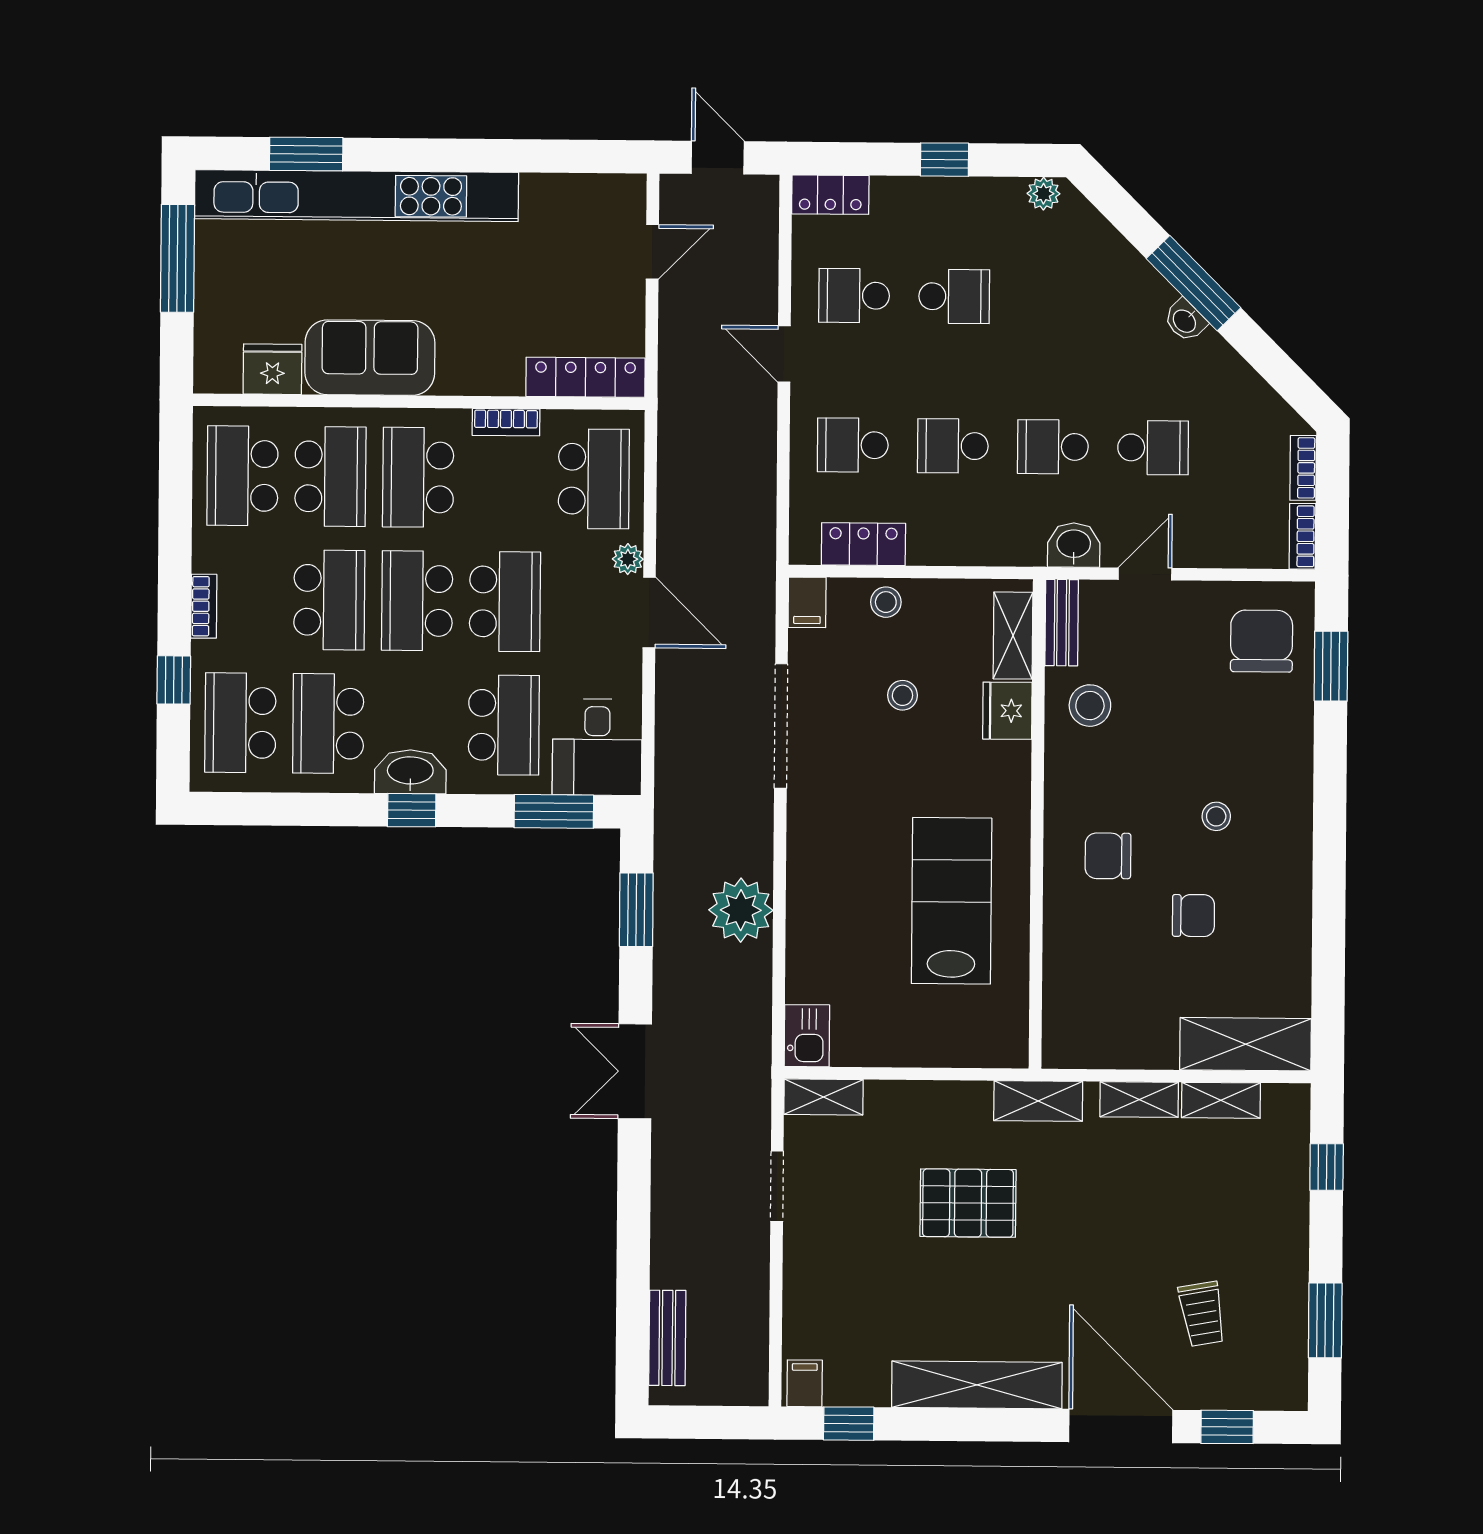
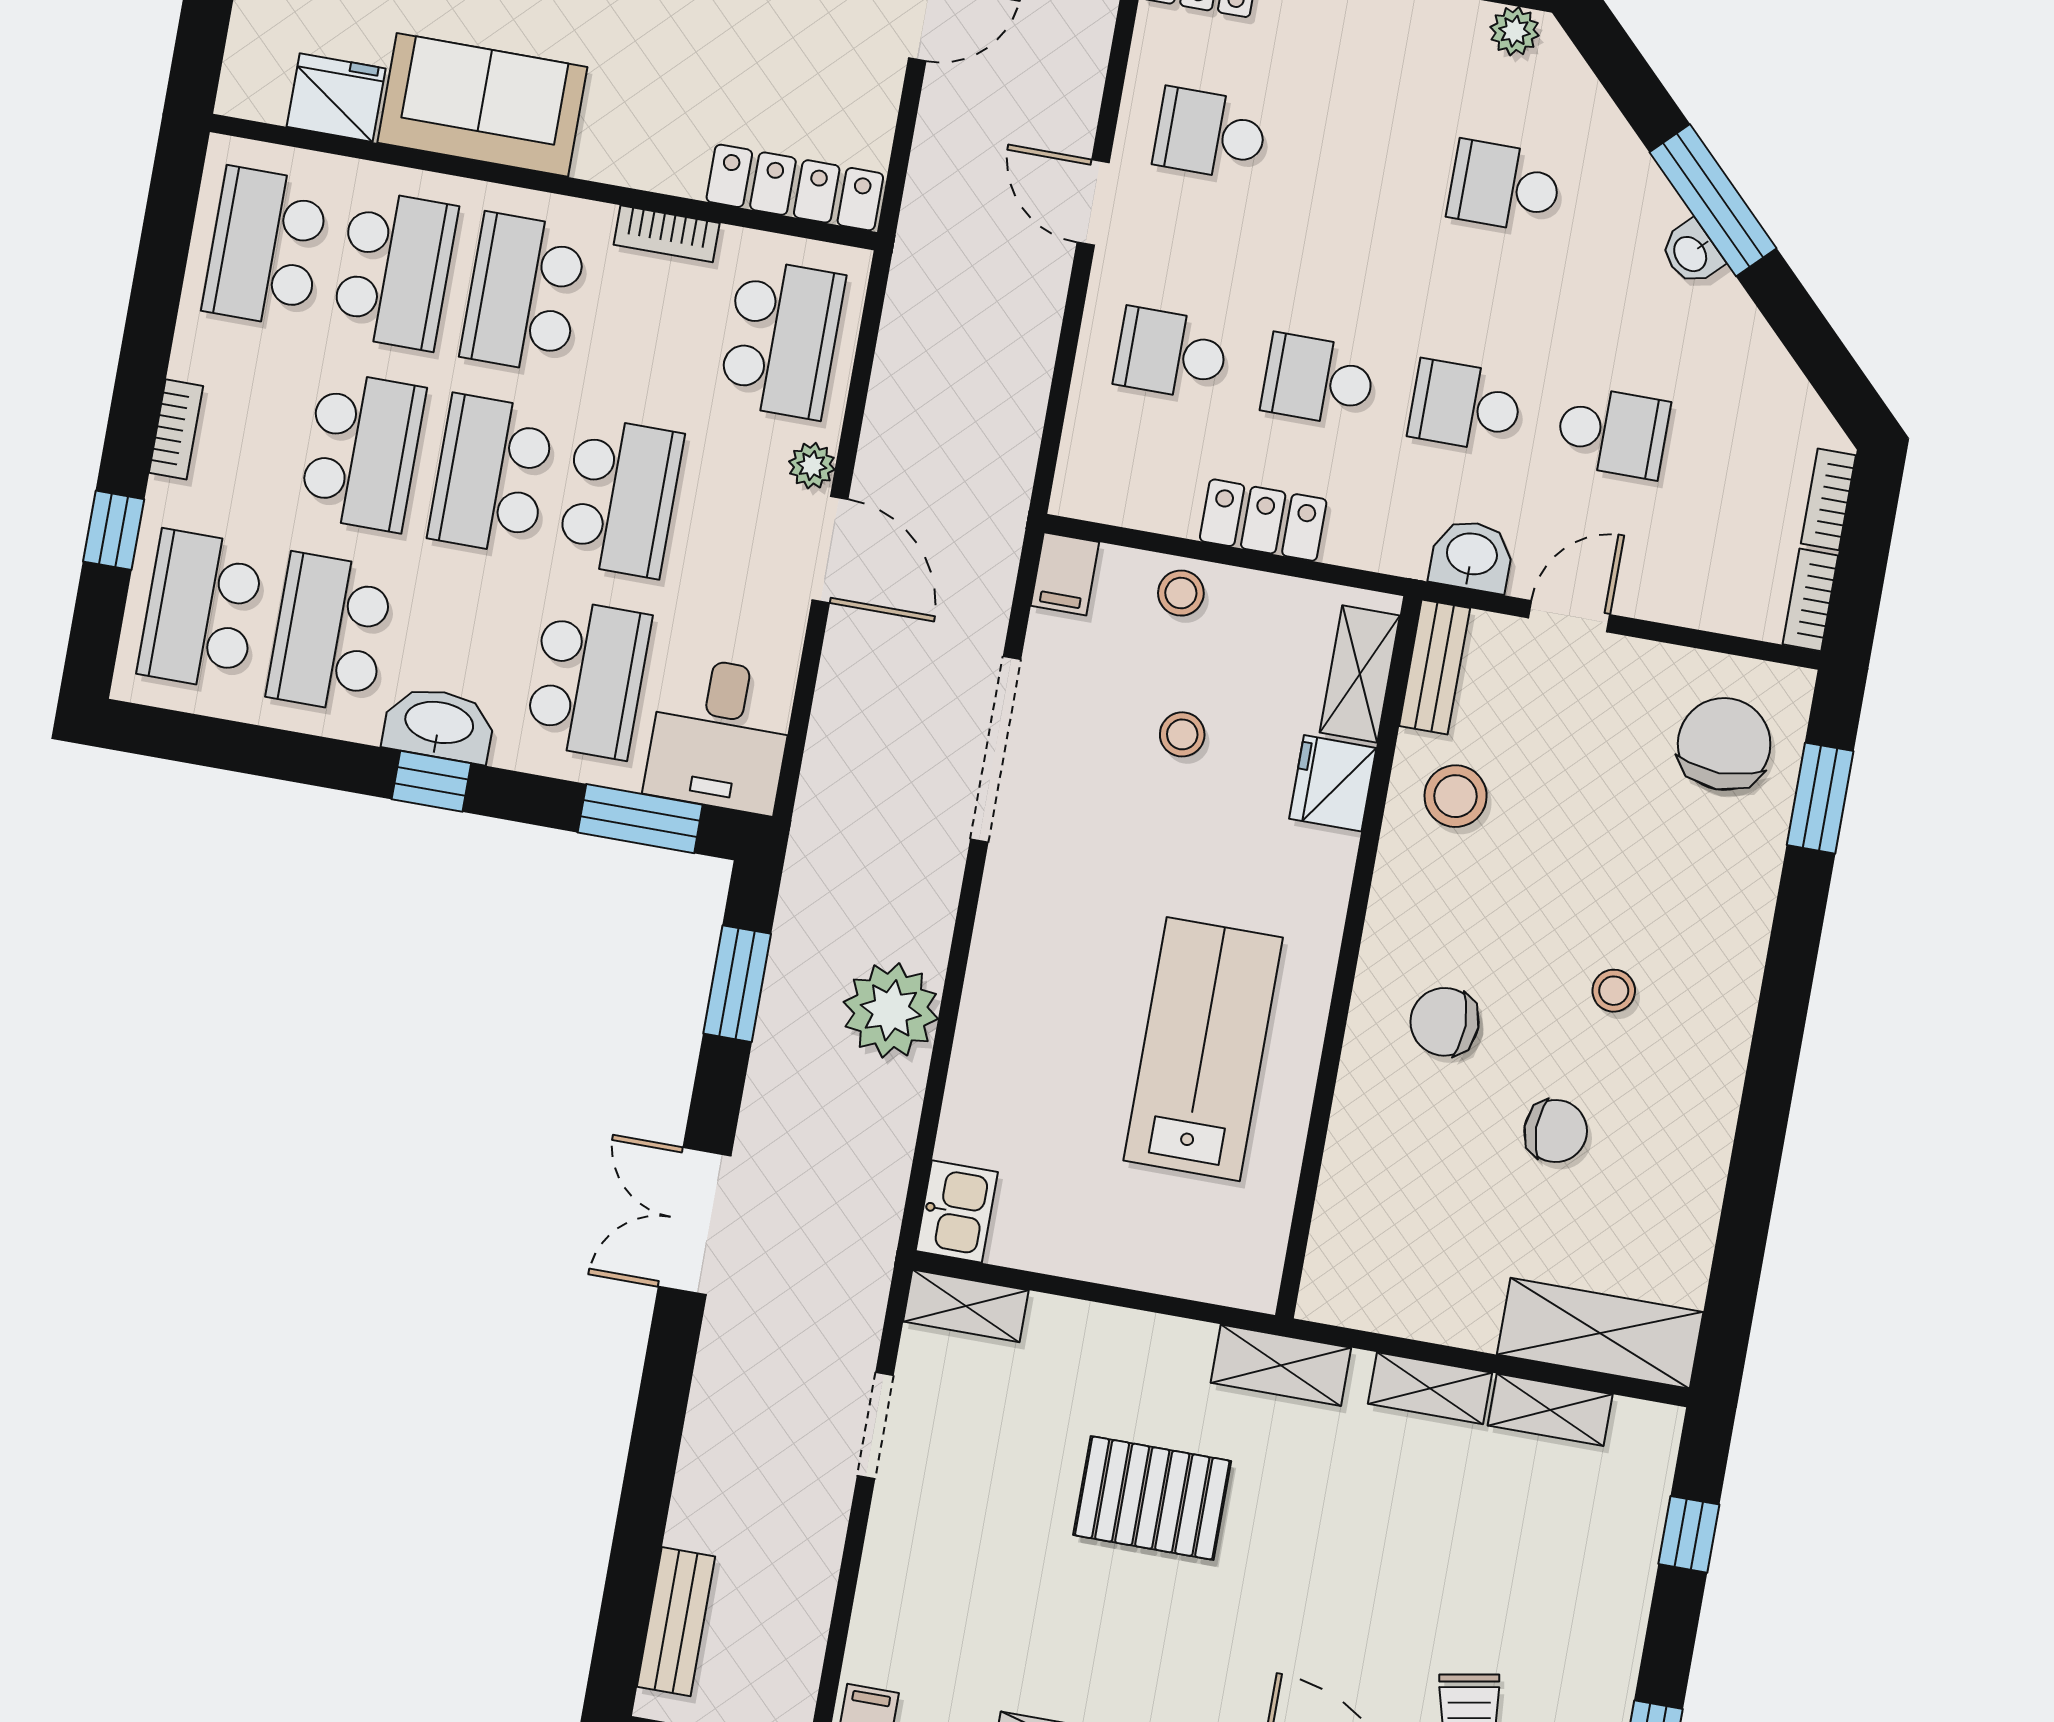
school desk: (954, 296) -> (1505, 186), moved, turned 180
locker: (863, 544) -> (1263, 520), moved

